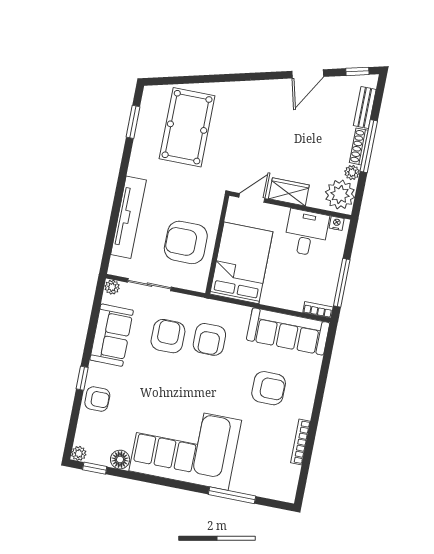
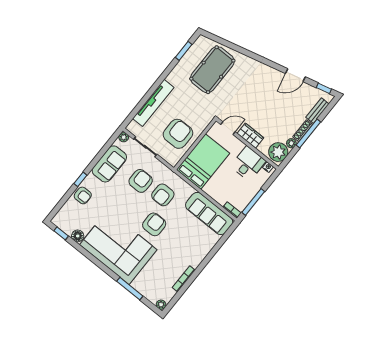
armchair: (186, 242) -> (178, 134), turned 90
armchair: (269, 388) -> (154, 224), moved, turned -90
plant: (79, 453) -> (161, 305), moved

